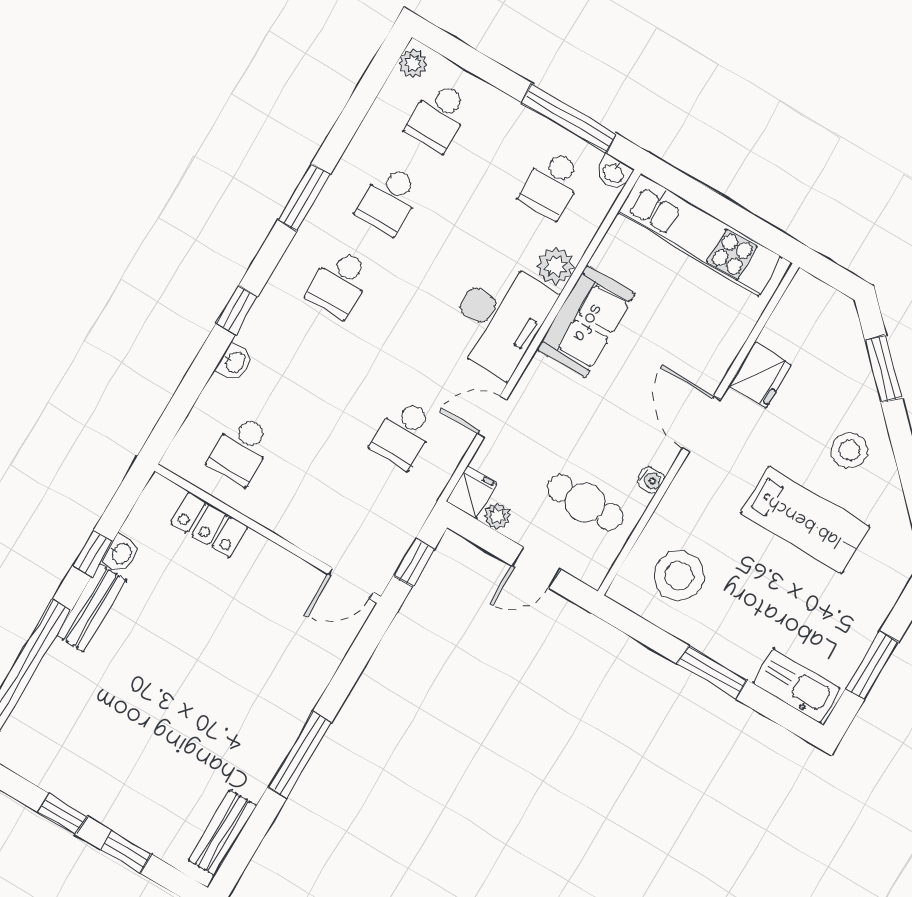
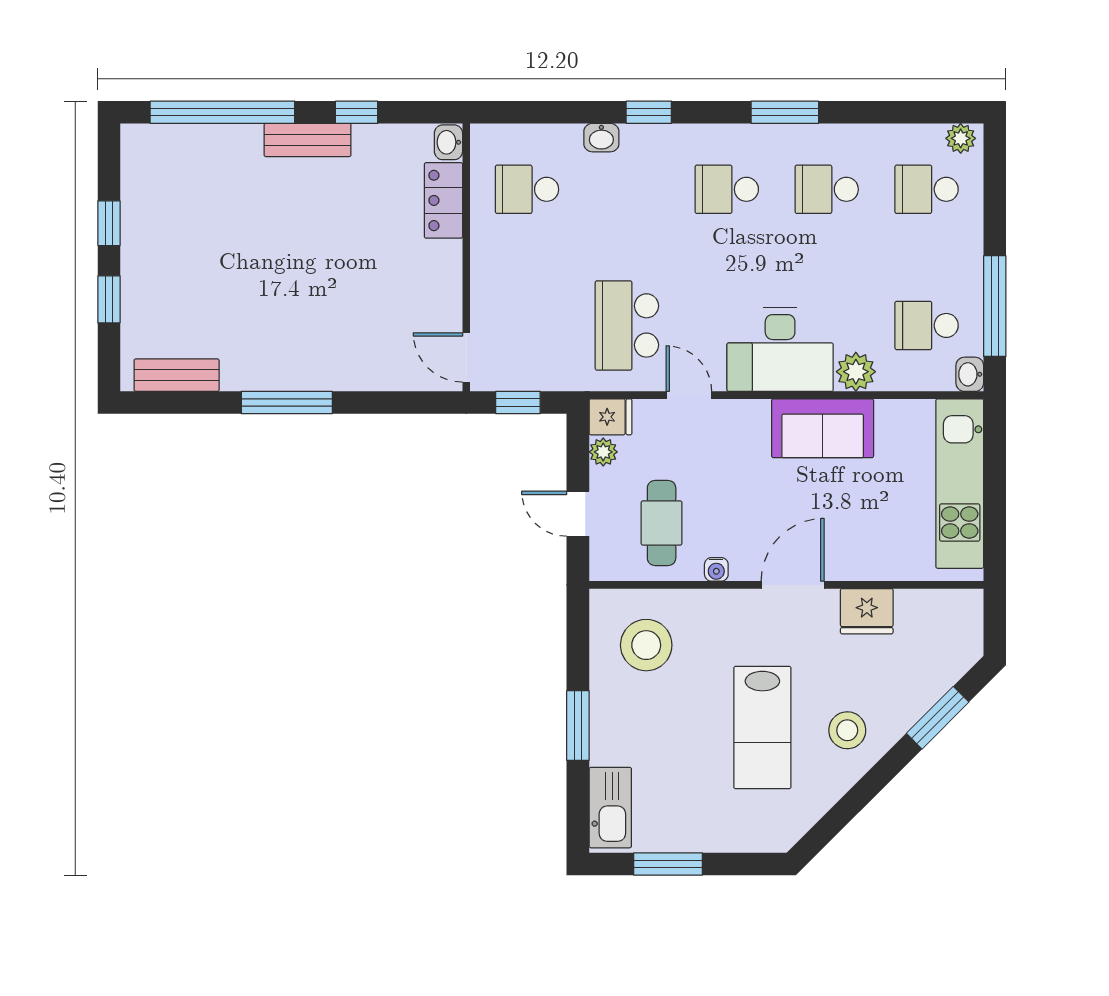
school desk: (404, 434) -> (627, 325), width x1.85
washbasin: (121, 553) -> (448, 142), moved, turned 90

